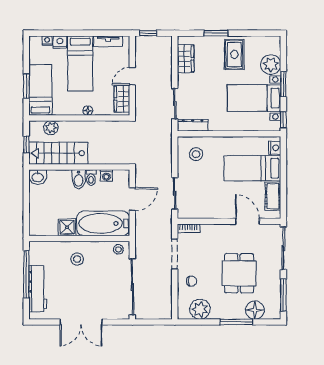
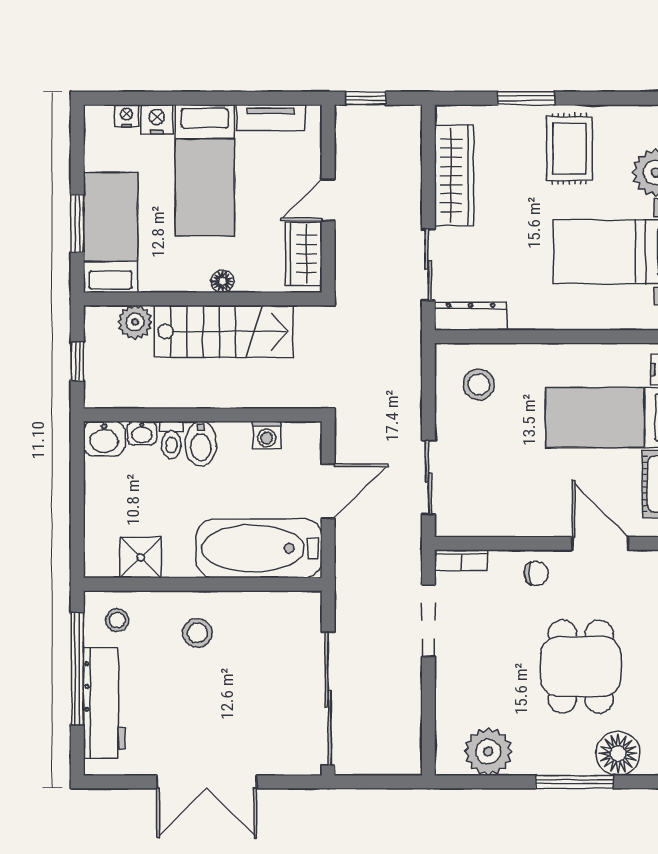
wardrobe: (186, 59) -> (454, 175), width x1.50
stairs: (58, 153) -> (224, 331), moved, turned 180
washbasin: (54, 175) -> (142, 433), added
toilet: (91, 178) -> (171, 440), moved
shower: (67, 227) -> (141, 557), moved
stool: (118, 249) -> (117, 620), moved
chair: (192, 281) -> (536, 573), moved

